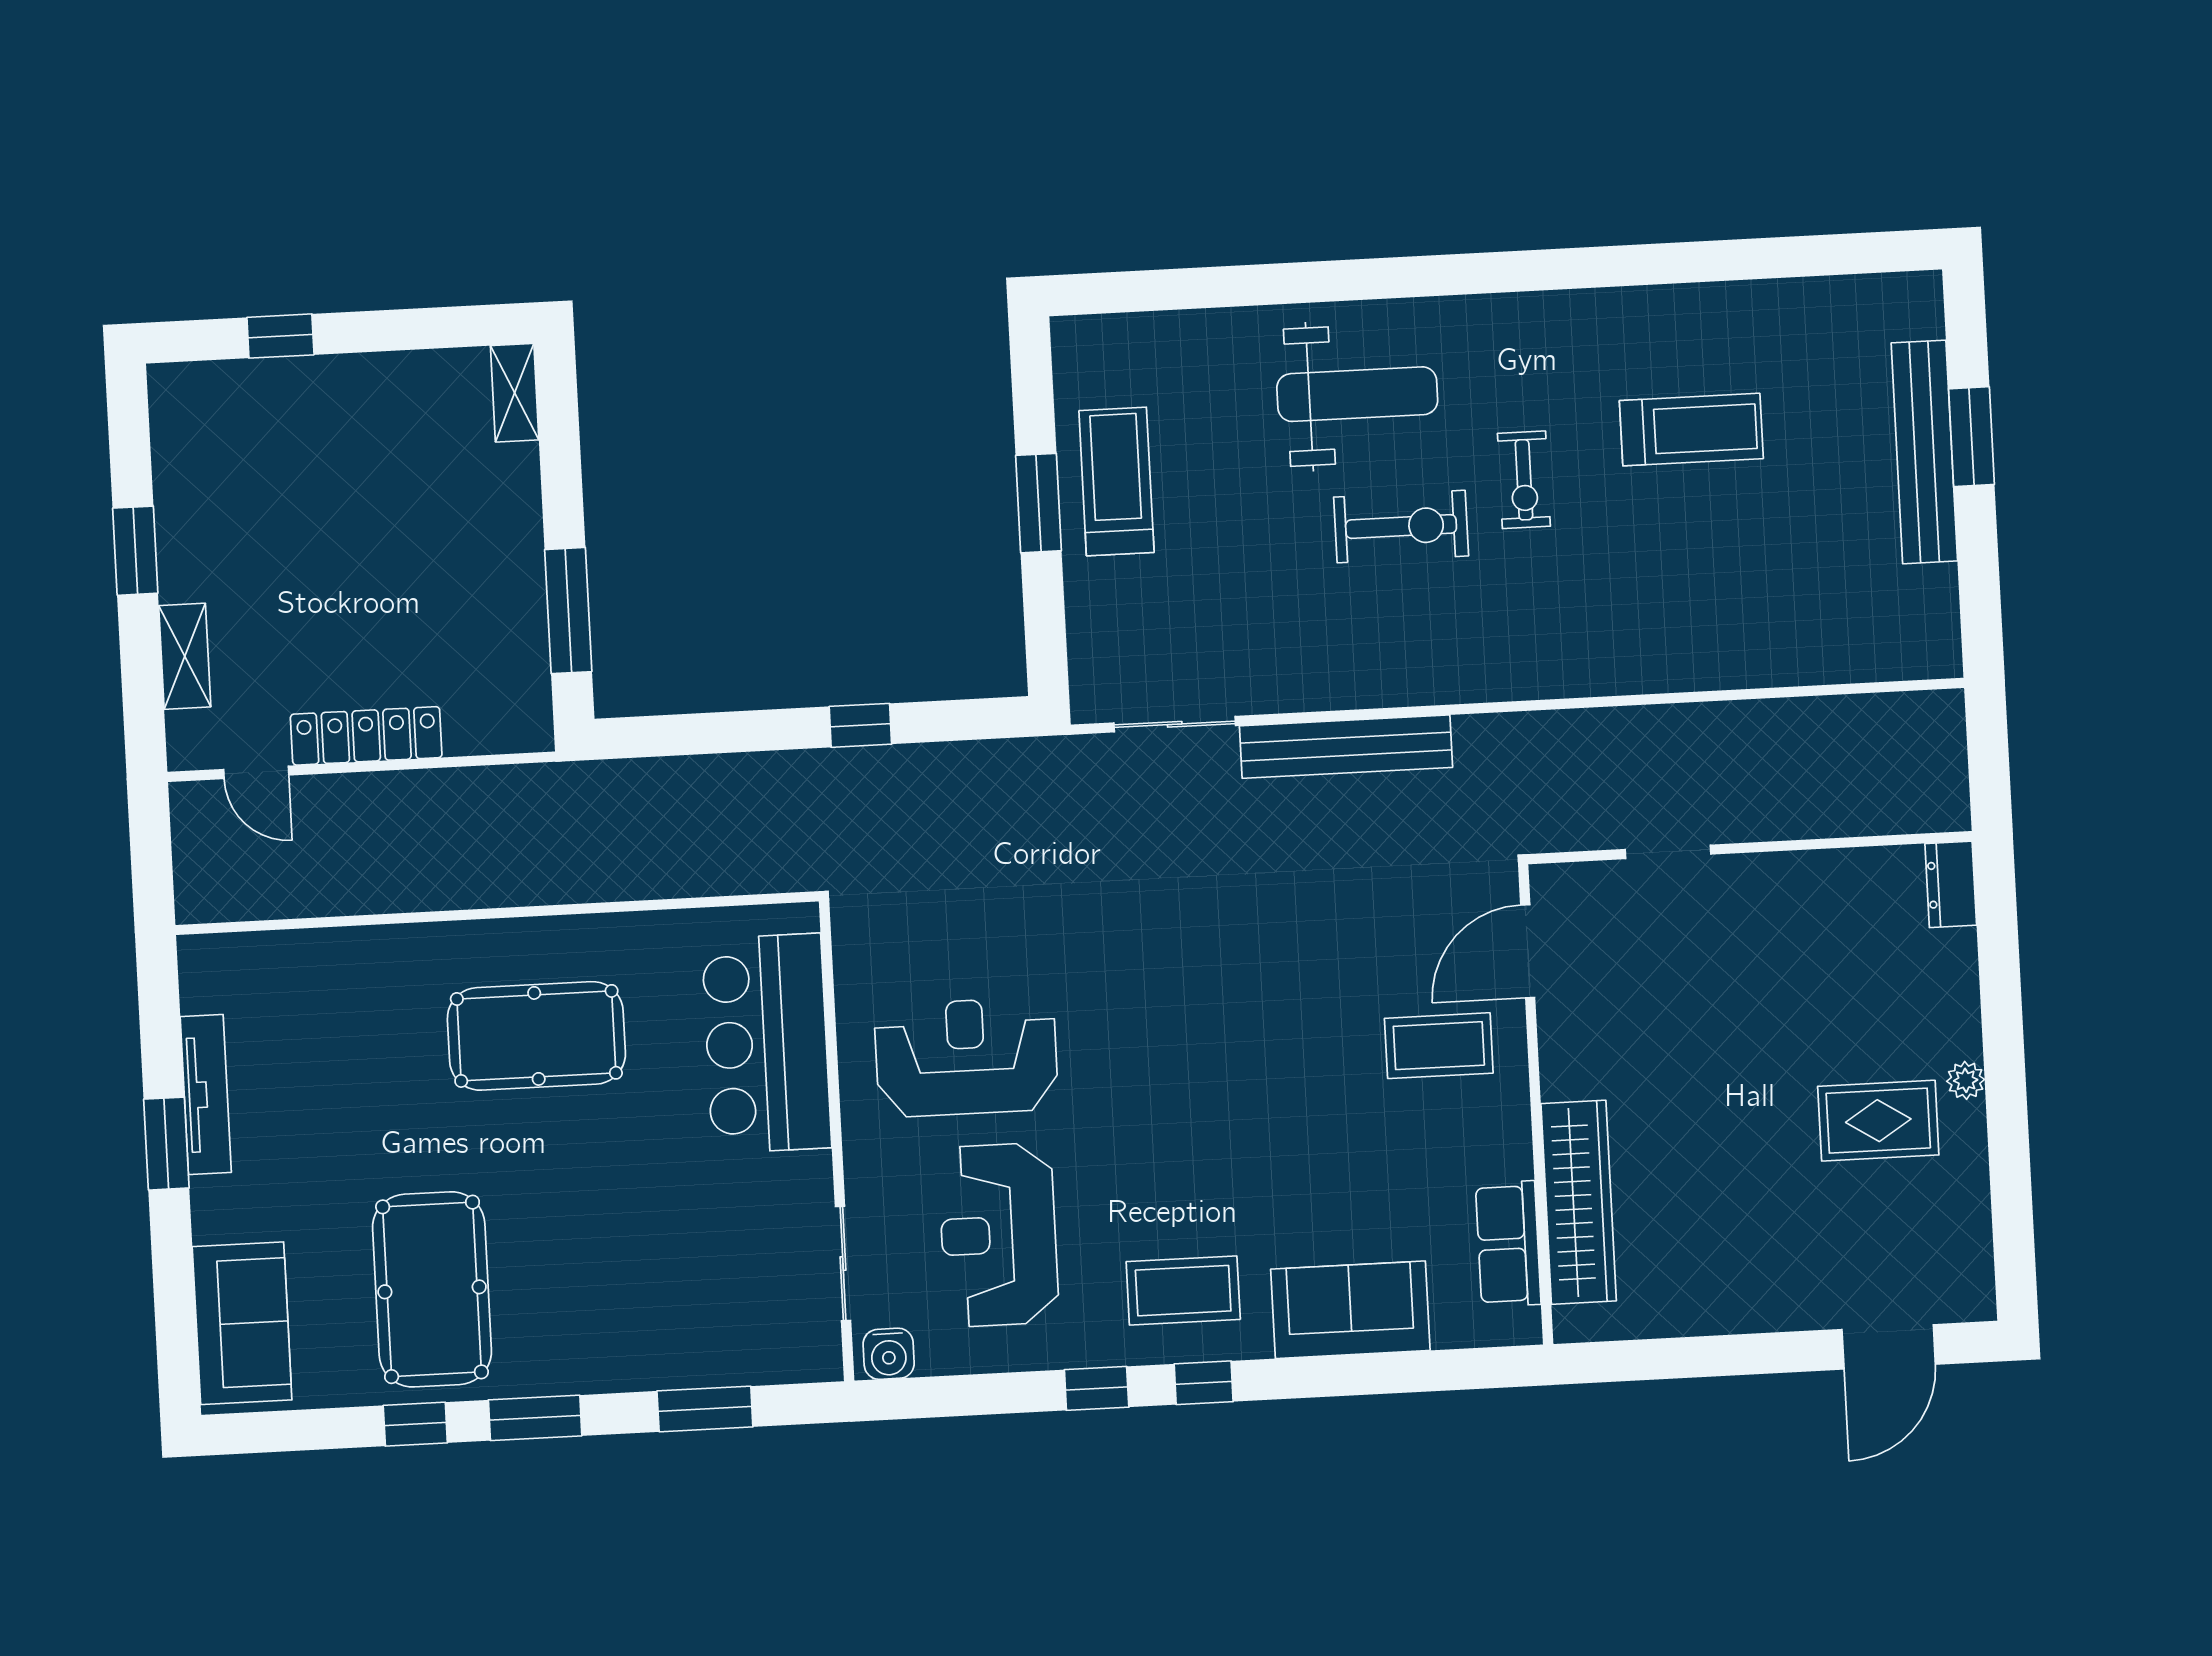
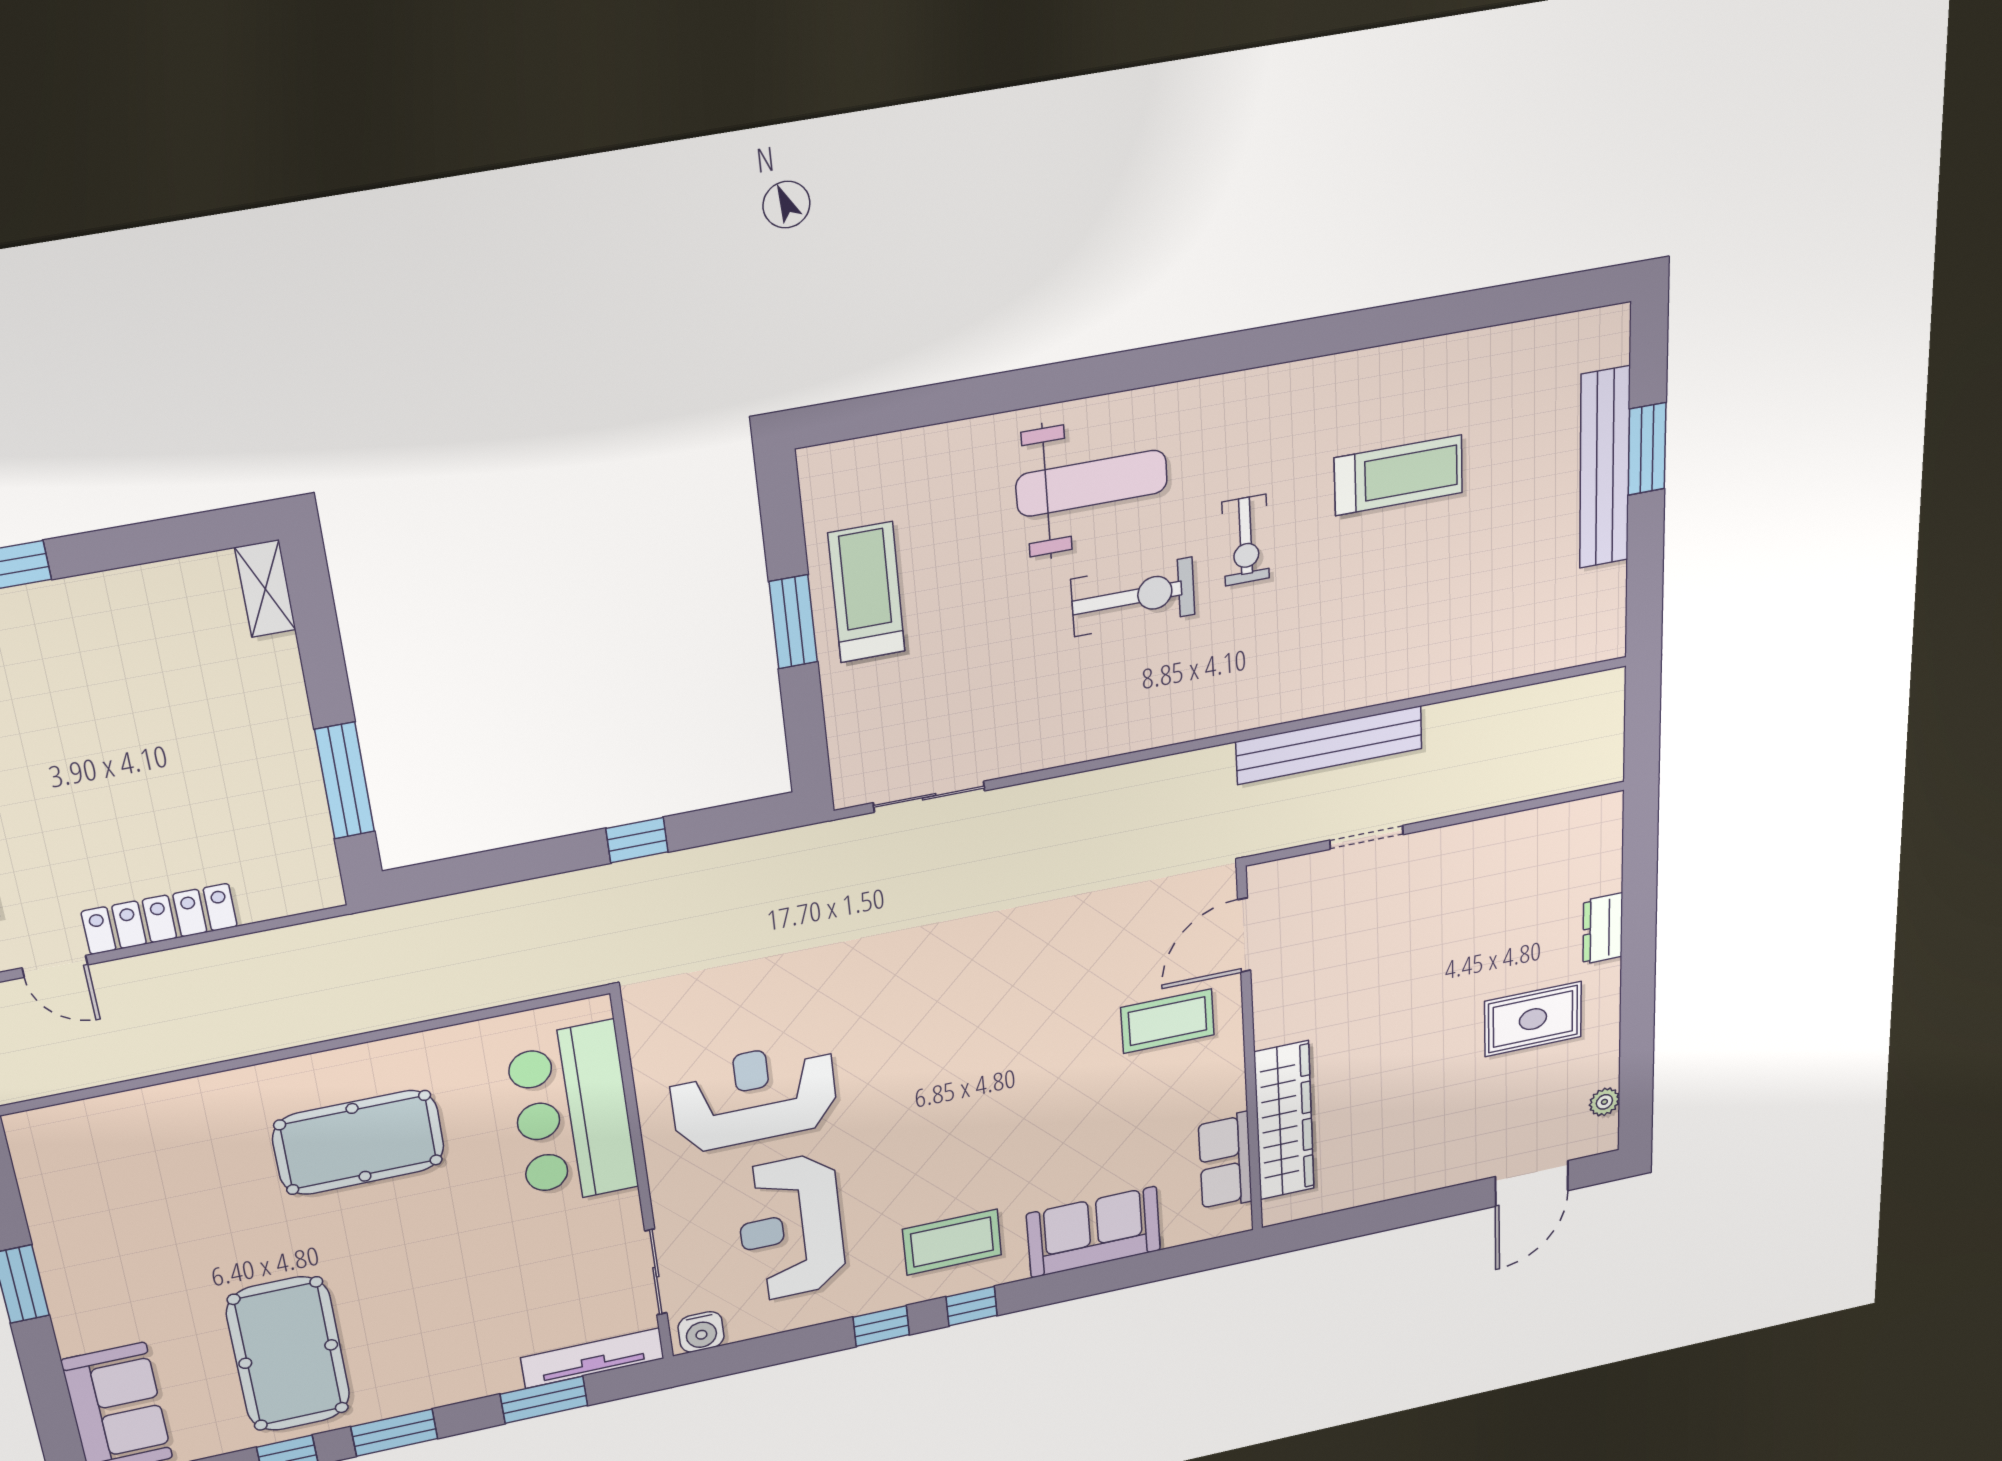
bench: (1346, 747) -> (1329, 745), moved
dresser: (1951, 884) -> (1603, 929), moved
plant: (1966, 1080) -> (1604, 1102), moved
tv unit: (206, 1095) -> (593, 1358), moved, turned -90

